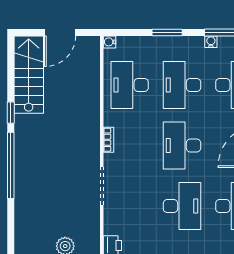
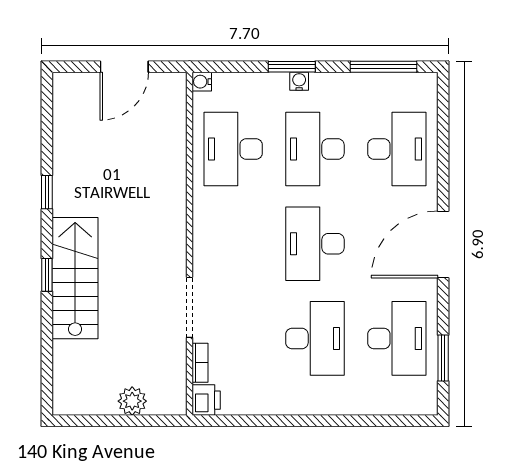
water cooler: (211, 42) -> (299, 81), moved
stairs: (29, 75) -> (75, 278), moved
bookcase: (109, 140) -> (200, 363), moved
window: (11, 165) -> (47, 275), width x0.32

